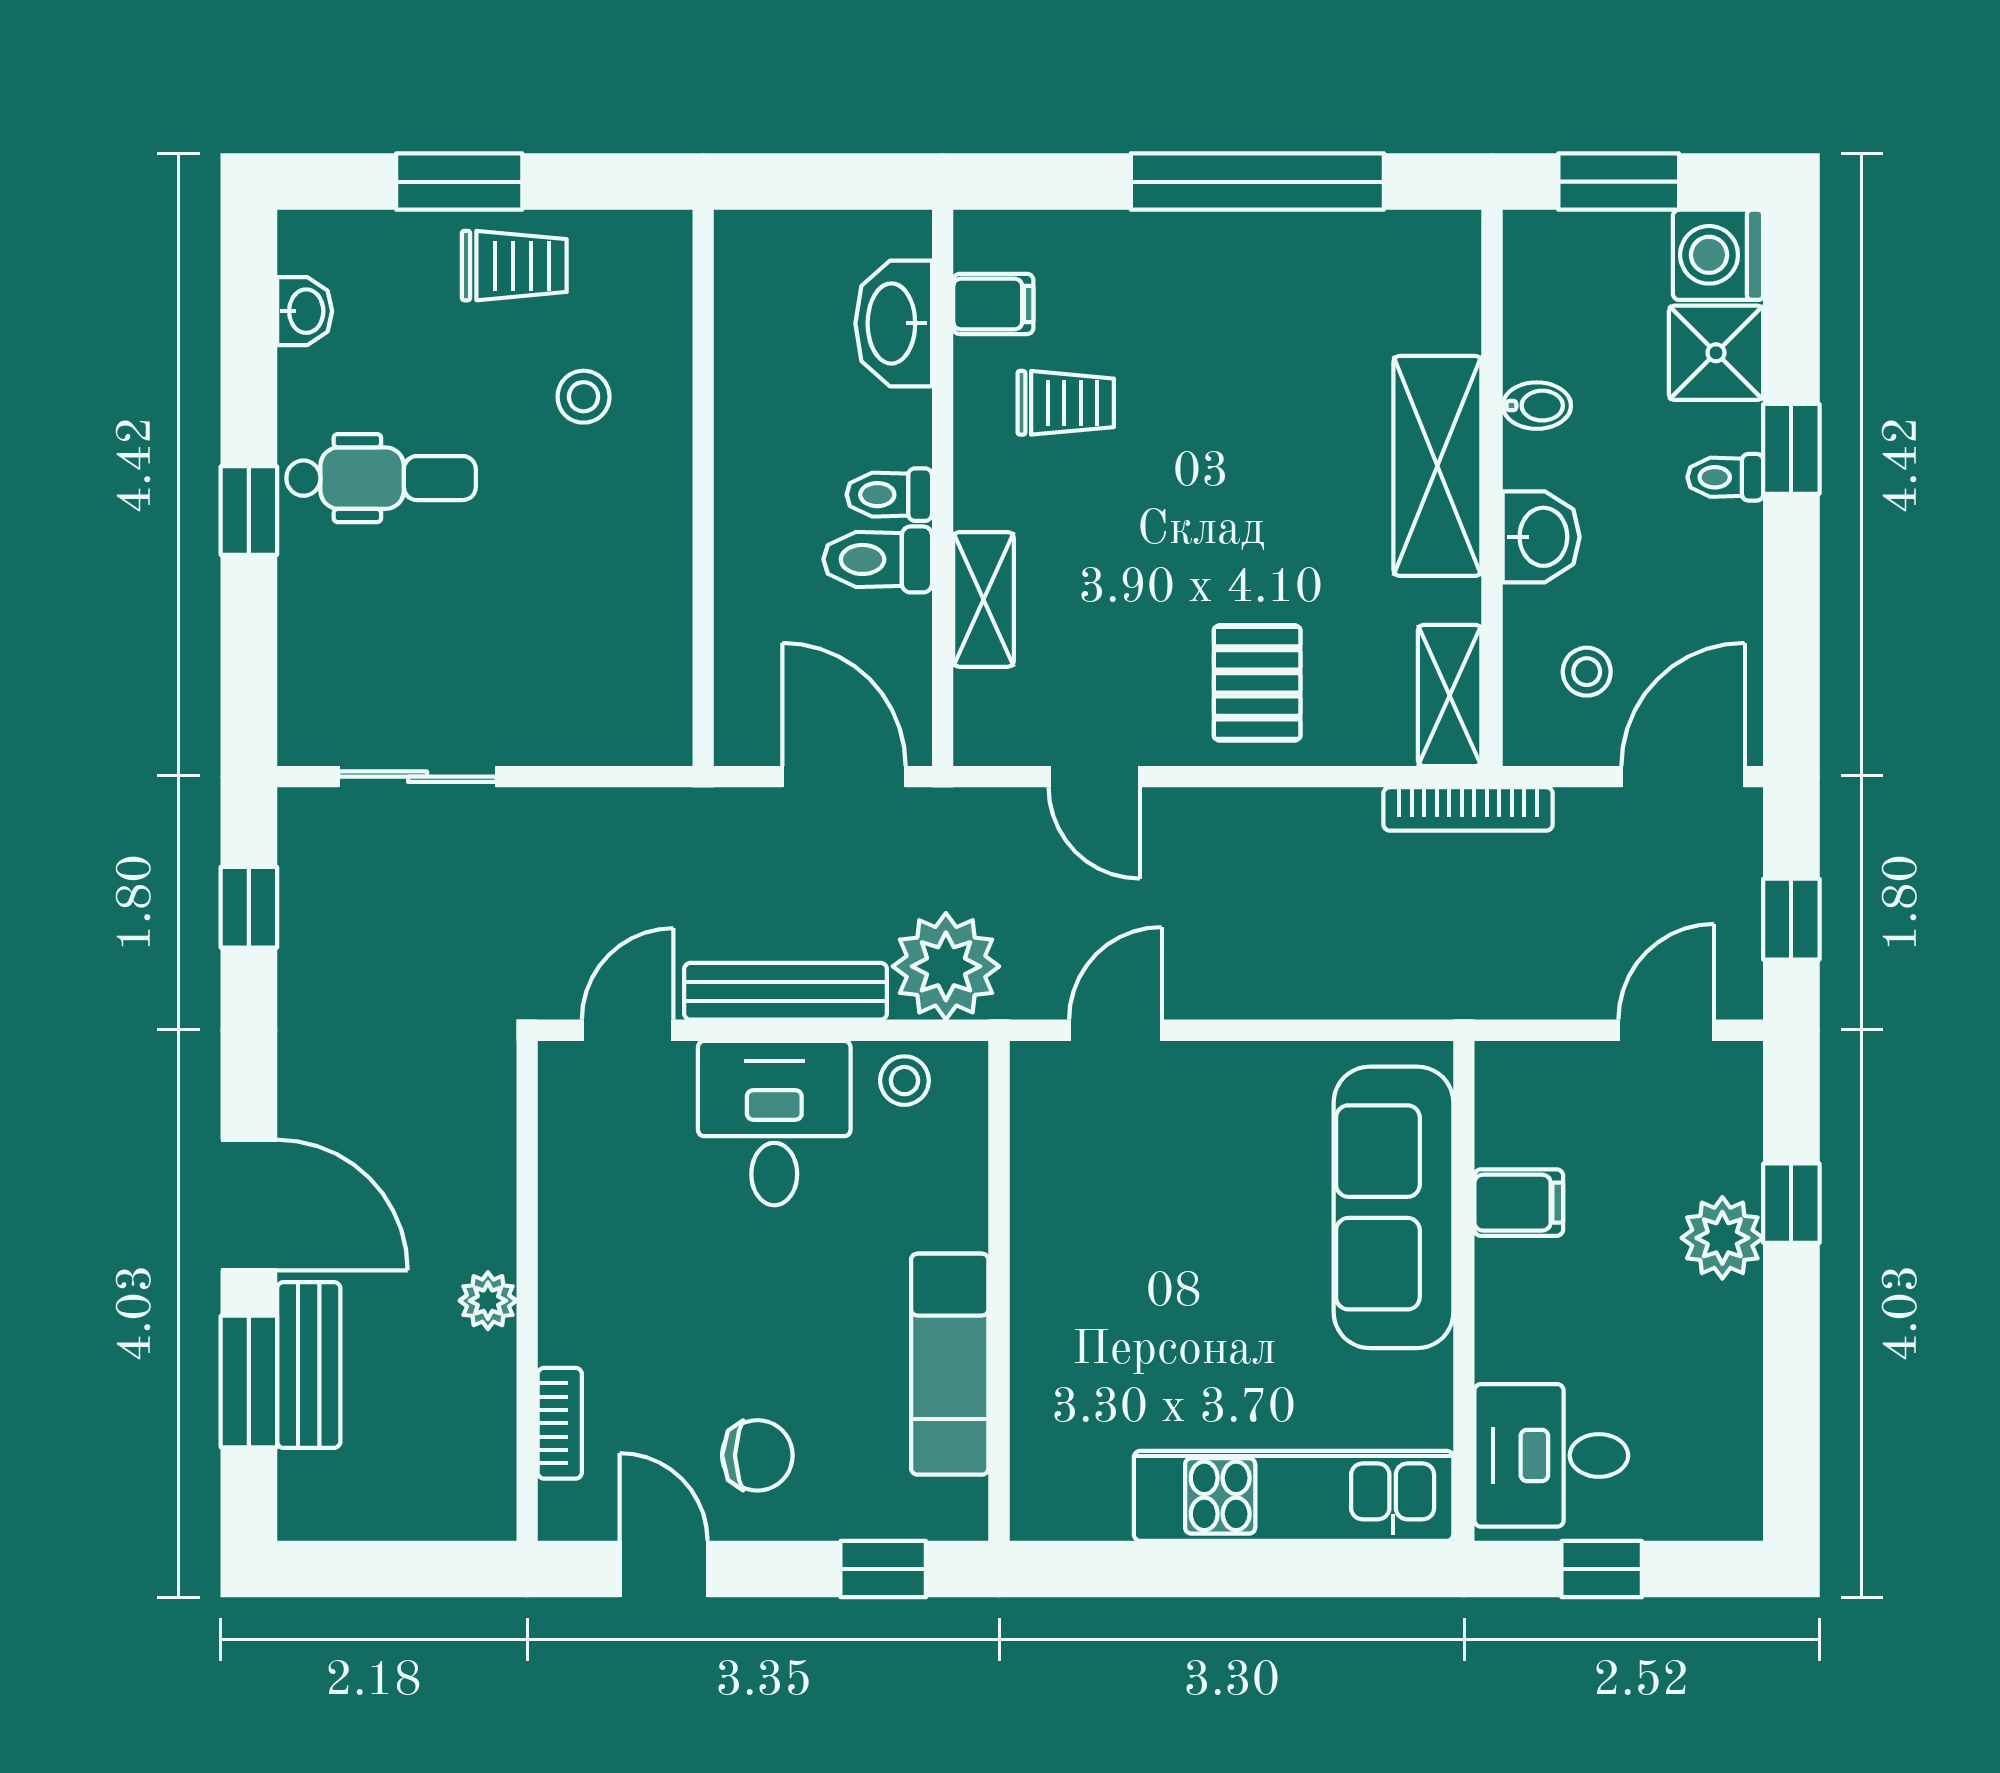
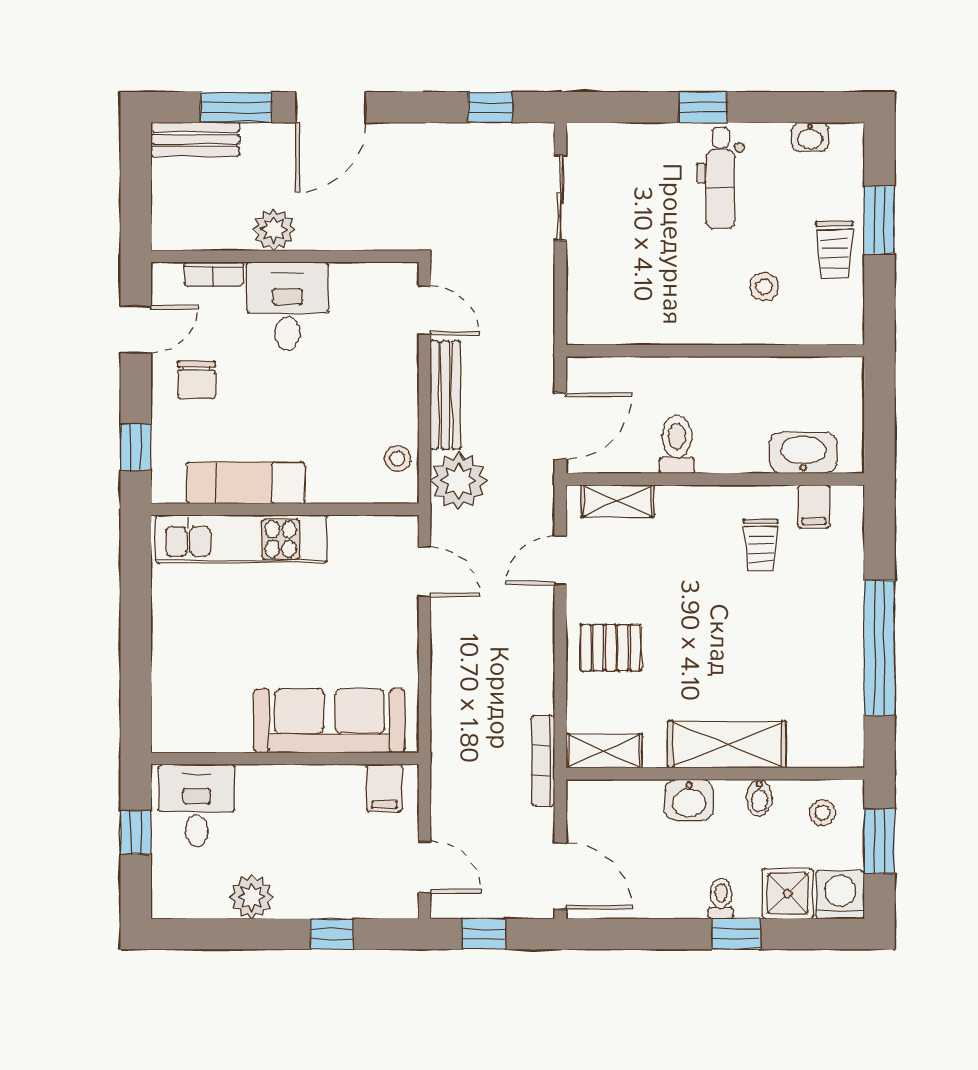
toilet: (889, 495) -> (712, 450), removed
shelving: (984, 599) -> (618, 501), moved
stool: (1587, 672) -> (822, 813), moved
desk: (774, 1123) -> (287, 306), moved, turned -90
filing cabinet: (1519, 1203) -> (384, 788), moved
plant: (1722, 1238) -> (252, 897), moved
plant: (488, 1301) -> (274, 230), width x1.38, depth x1.38
bench: (309, 1365) -> (195, 139), moved
kitchen unit: (1294, 1496) -> (241, 539), moved, turned 90

